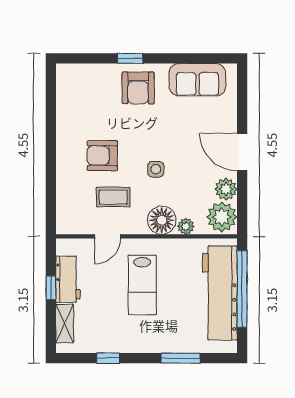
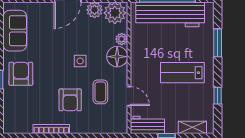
armchair: (138, 88) -> (21, 74), turned -90
bookcase: (62, 130) -> (51, 129), added
workbench: (68, 279) -> (147, 125), moved
lab bench: (142, 285) -> (182, 73), moved, turned 180

